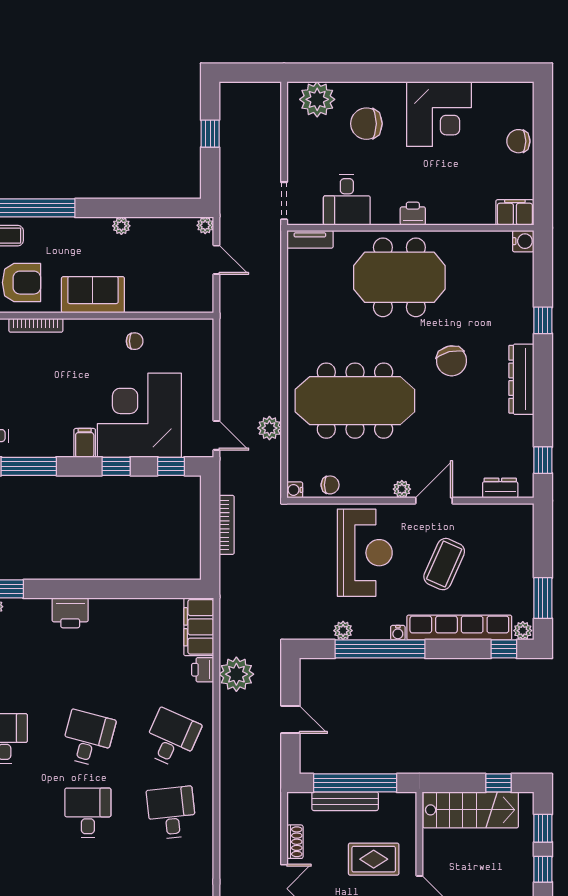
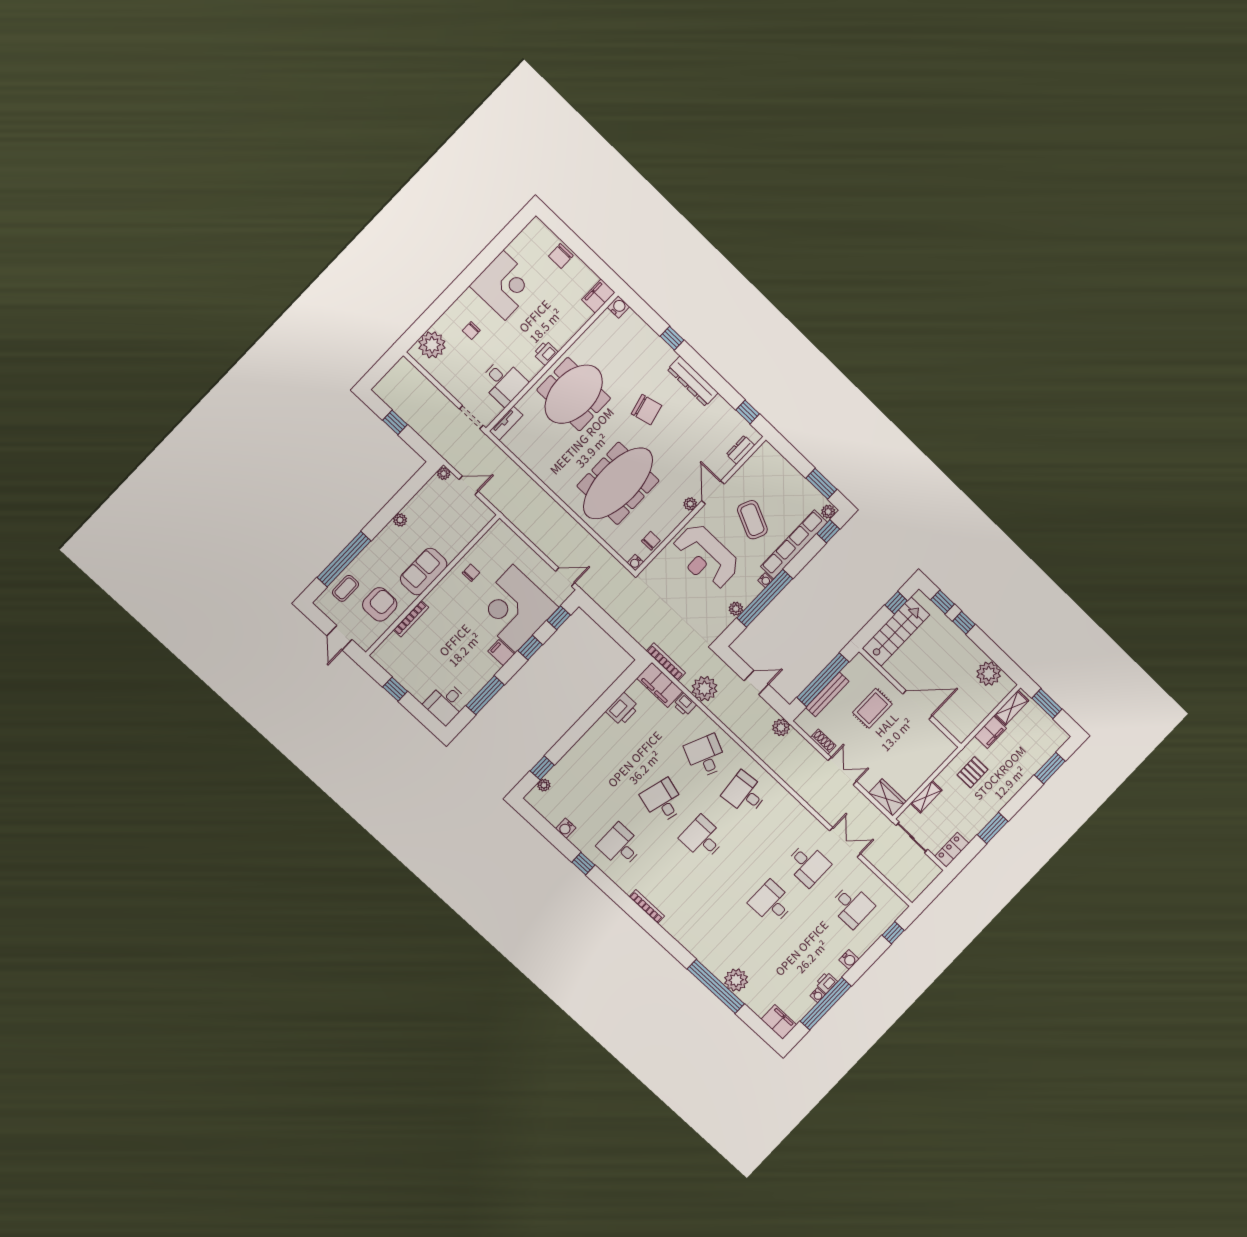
chair: (366, 124) -> (471, 331), width x0.54, depth x0.54
plant: (269, 428) -> (781, 727), moved
bookcase: (227, 525) -> (666, 662), moved
reception desk: (365, 553) -> (705, 557), turned 180
printer: (70, 613) -> (622, 709), moved

